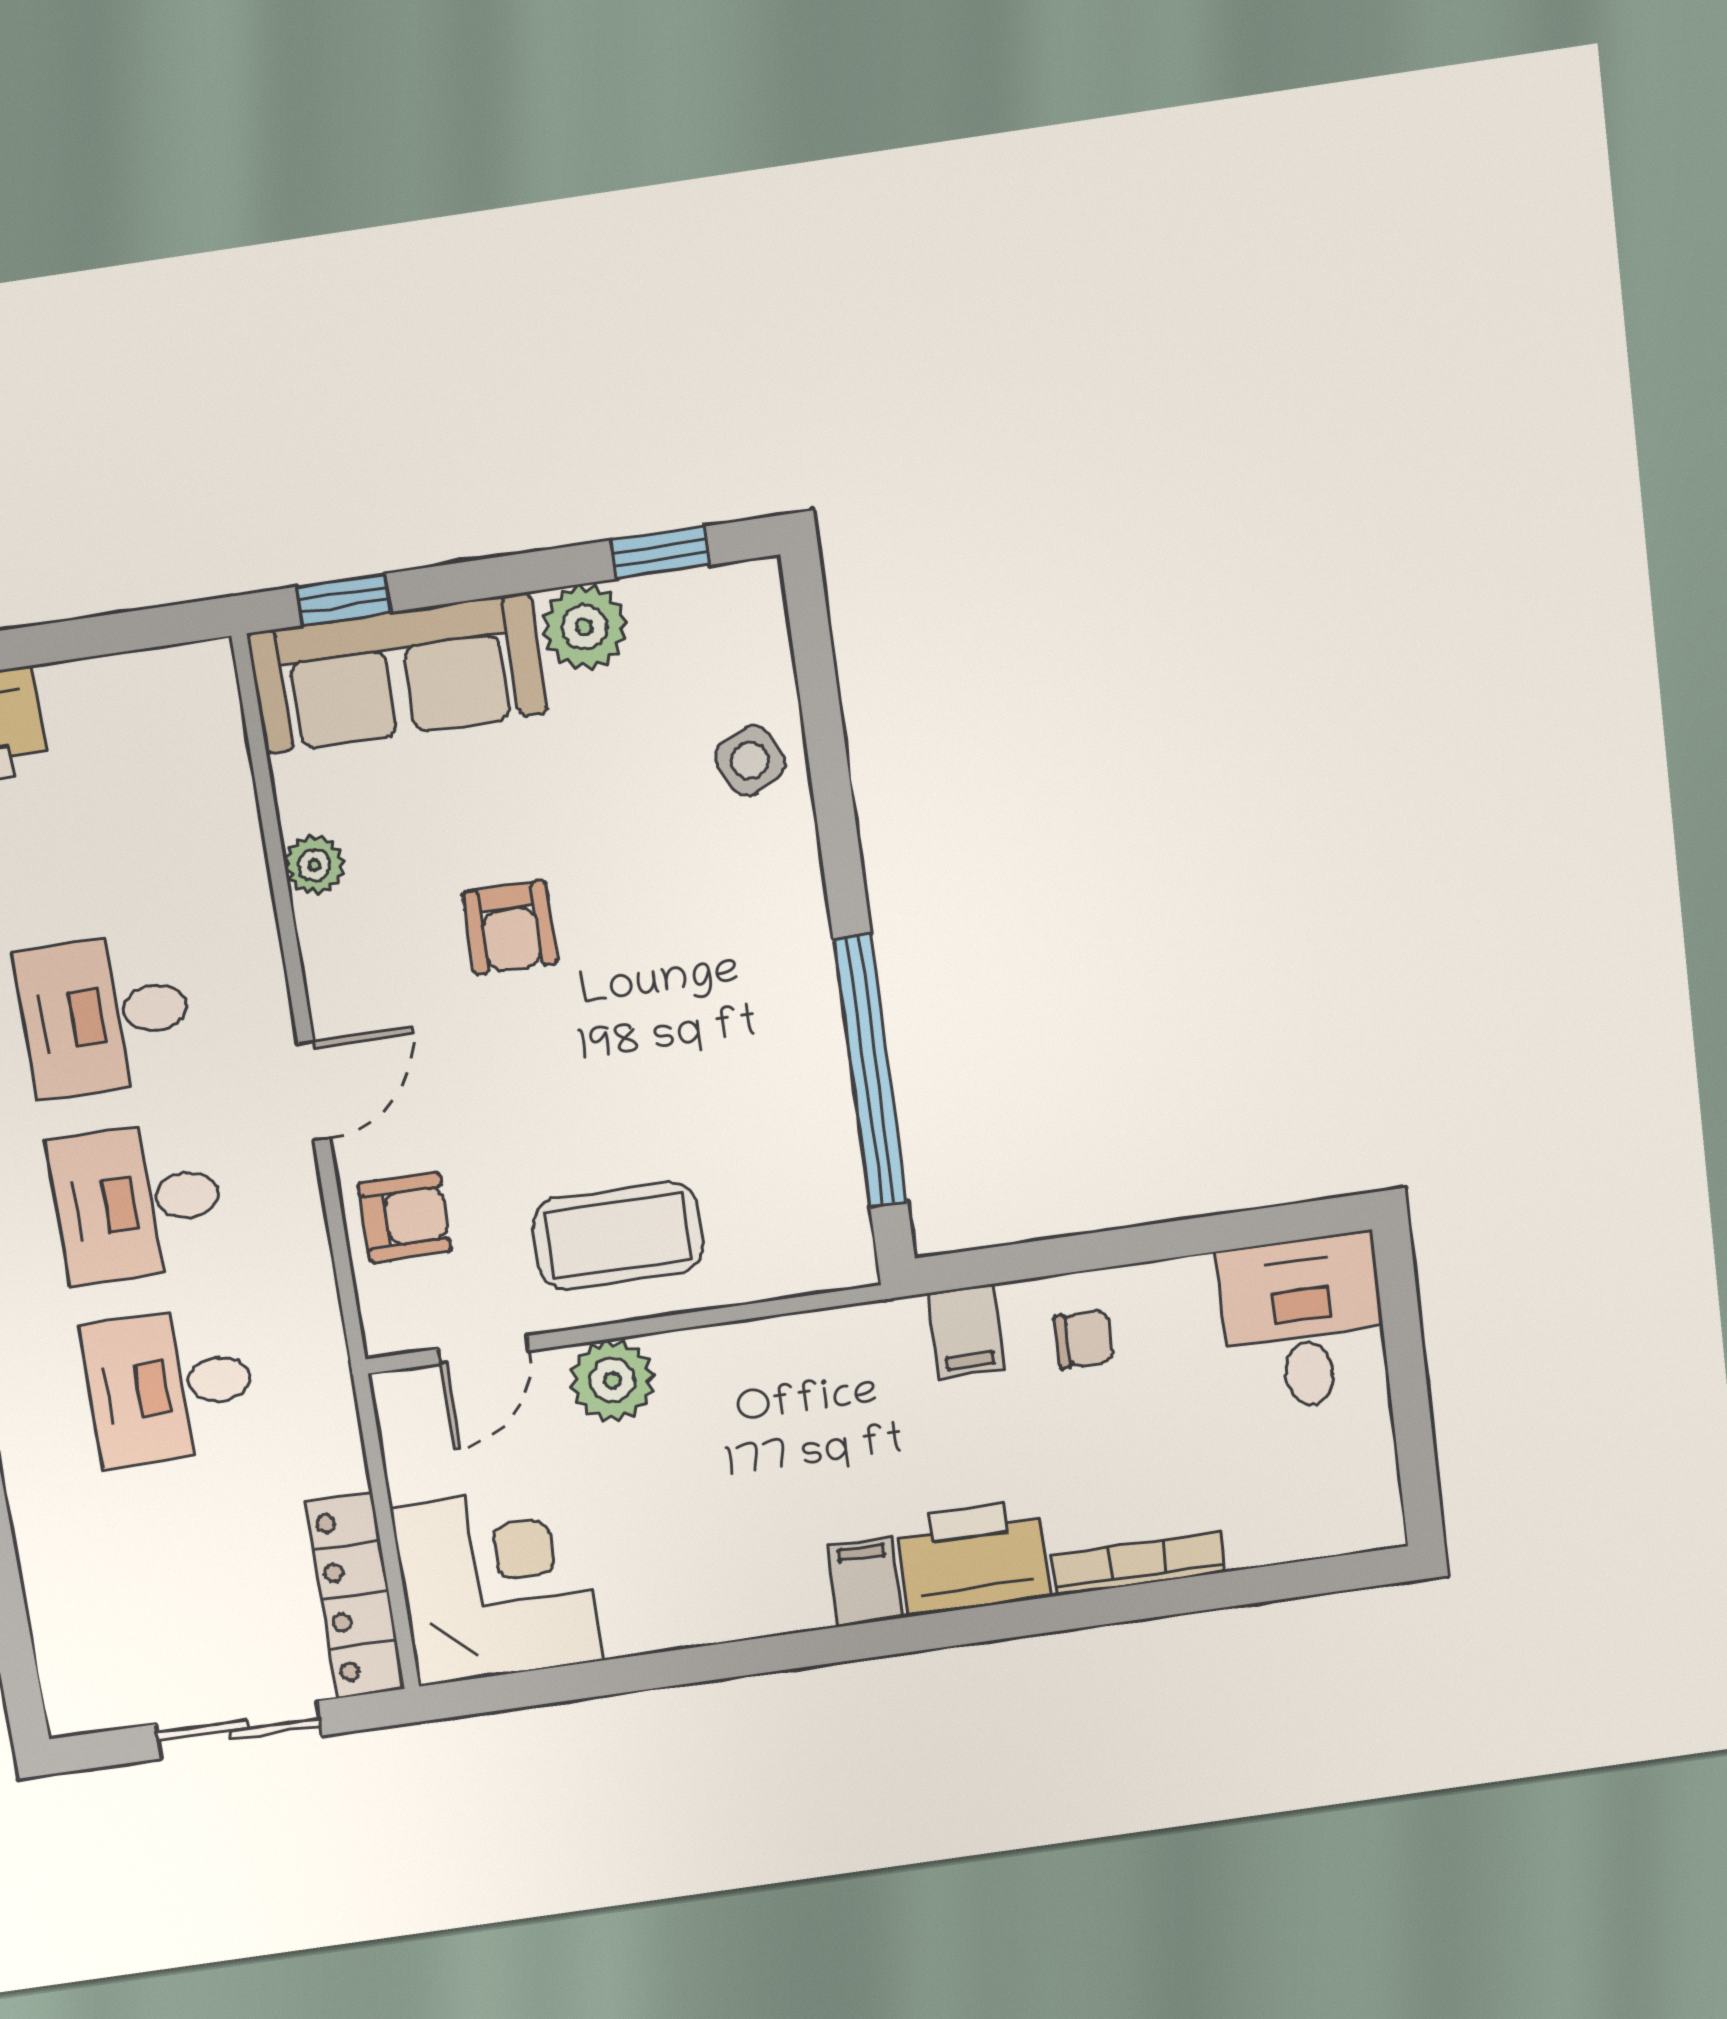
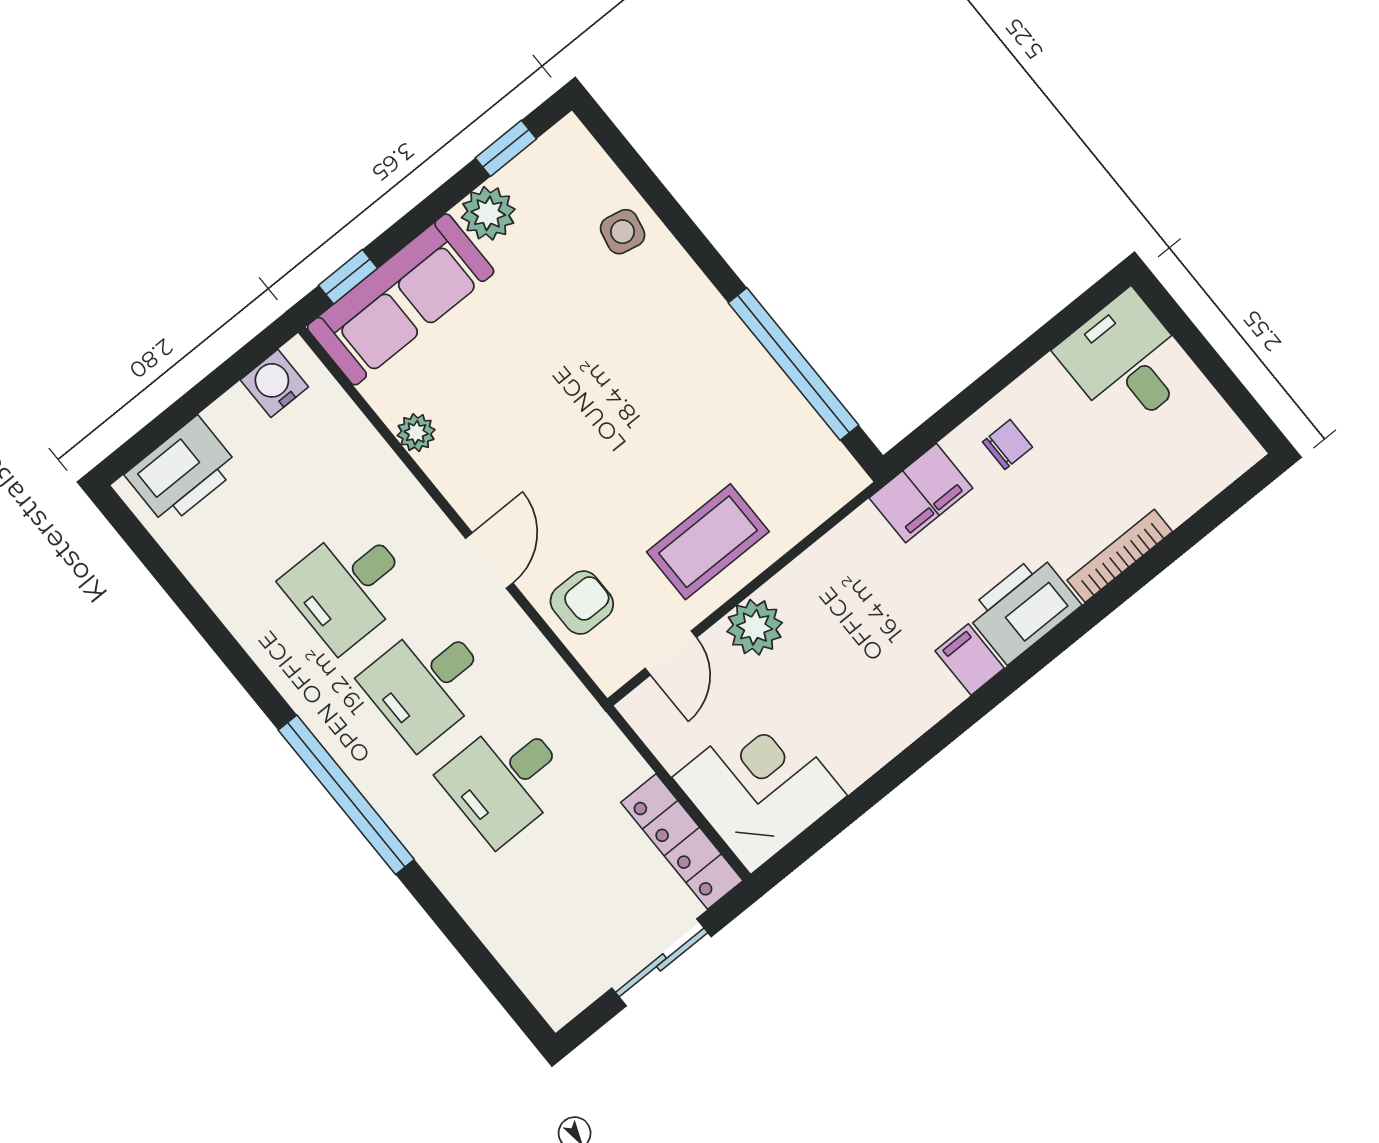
water cooler: (160, 685) -> (274, 383), added
side table: (750, 760) -> (623, 232), turned 38
armchair: (510, 928) -> (545, 403), removed
filing cabinet: (966, 1331) -> (921, 493), width x2.00

